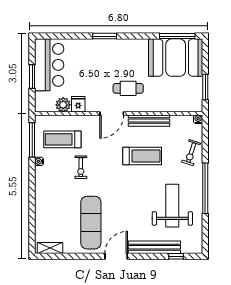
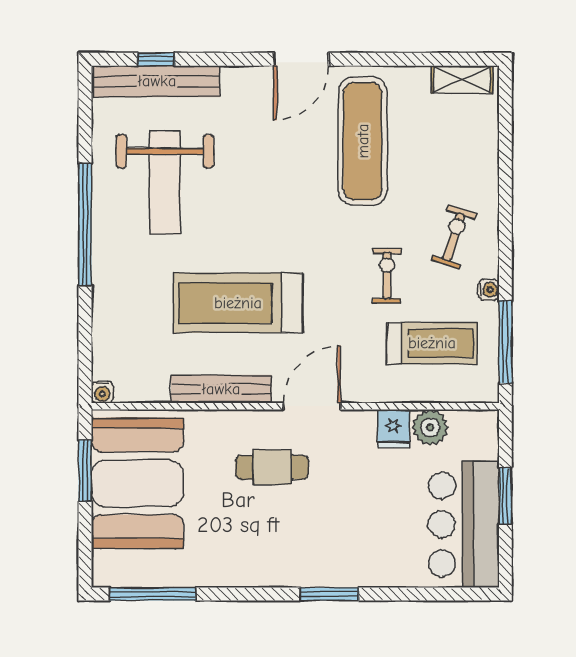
booth: (176, 58) -> (137, 483), moved, turned 90
exercise bike: (191, 153) -> (454, 237), moved
treadmill: (142, 156) -> (238, 303), width x1.37, depth x1.38
bench: (154, 247) -> (157, 81), moved

